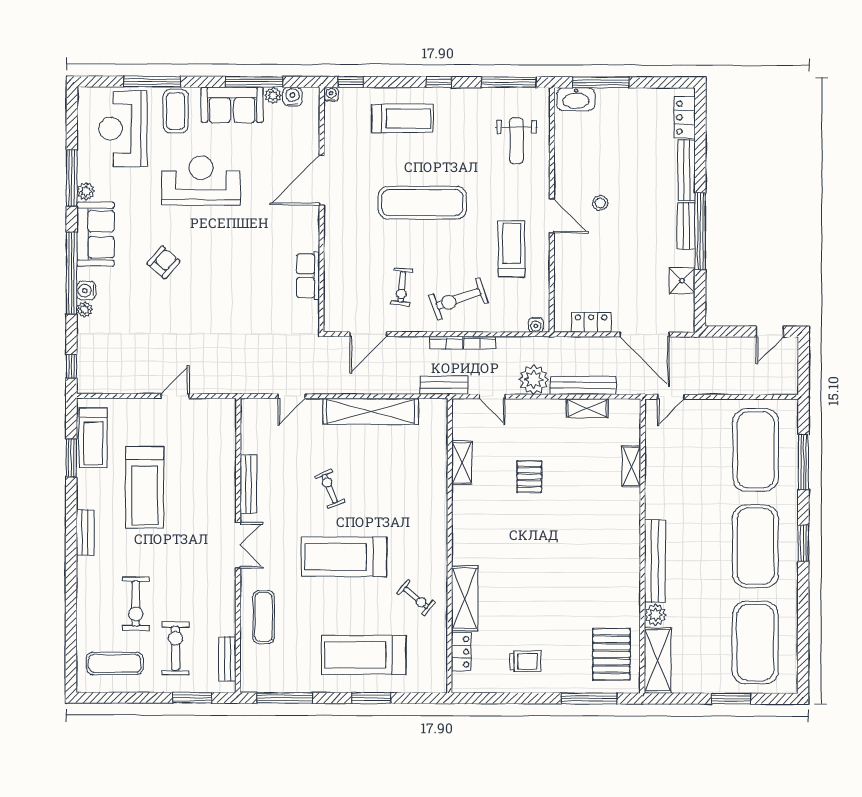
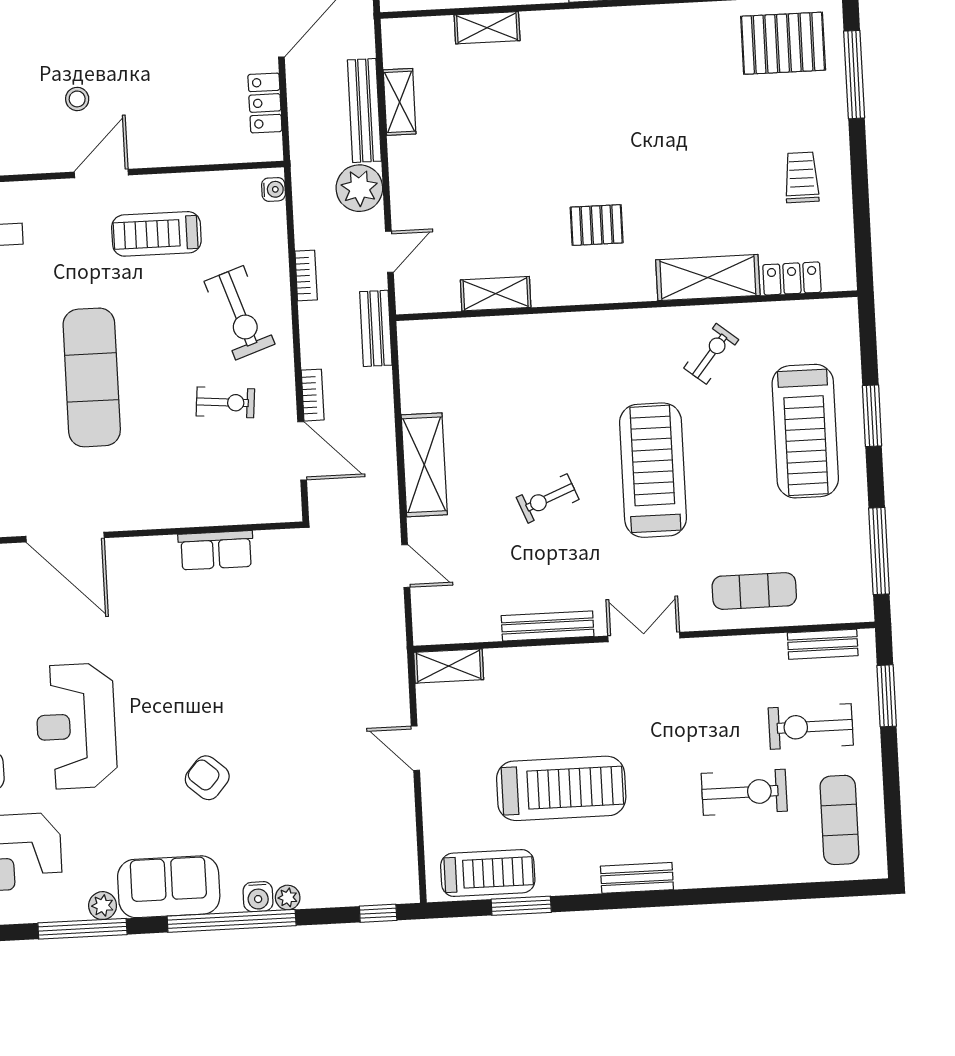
bookcase: (446, 343) -> (313, 395), moved
shelving: (370, 411) -> (424, 465), width x0.68
shelving: (226, 420) -> (449, 666), added
pallet: (529, 477) -> (597, 225), moved
treadmill: (344, 557) -> (653, 470), turned 180

